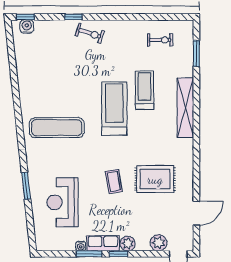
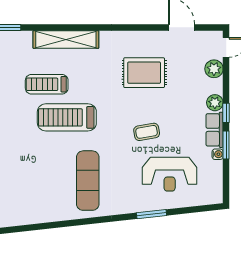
rug: (155, 179) -> (144, 73), turned 90
coffee table: (114, 181) -> (147, 132), moved

